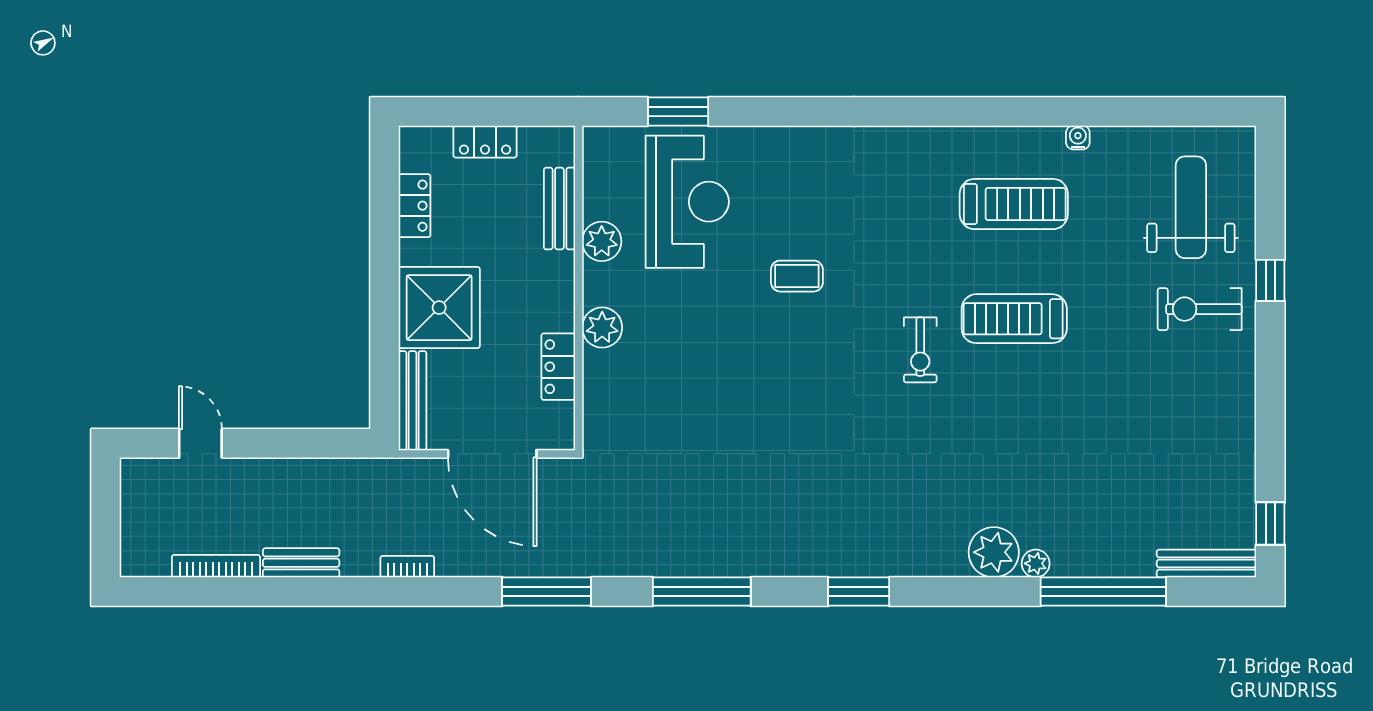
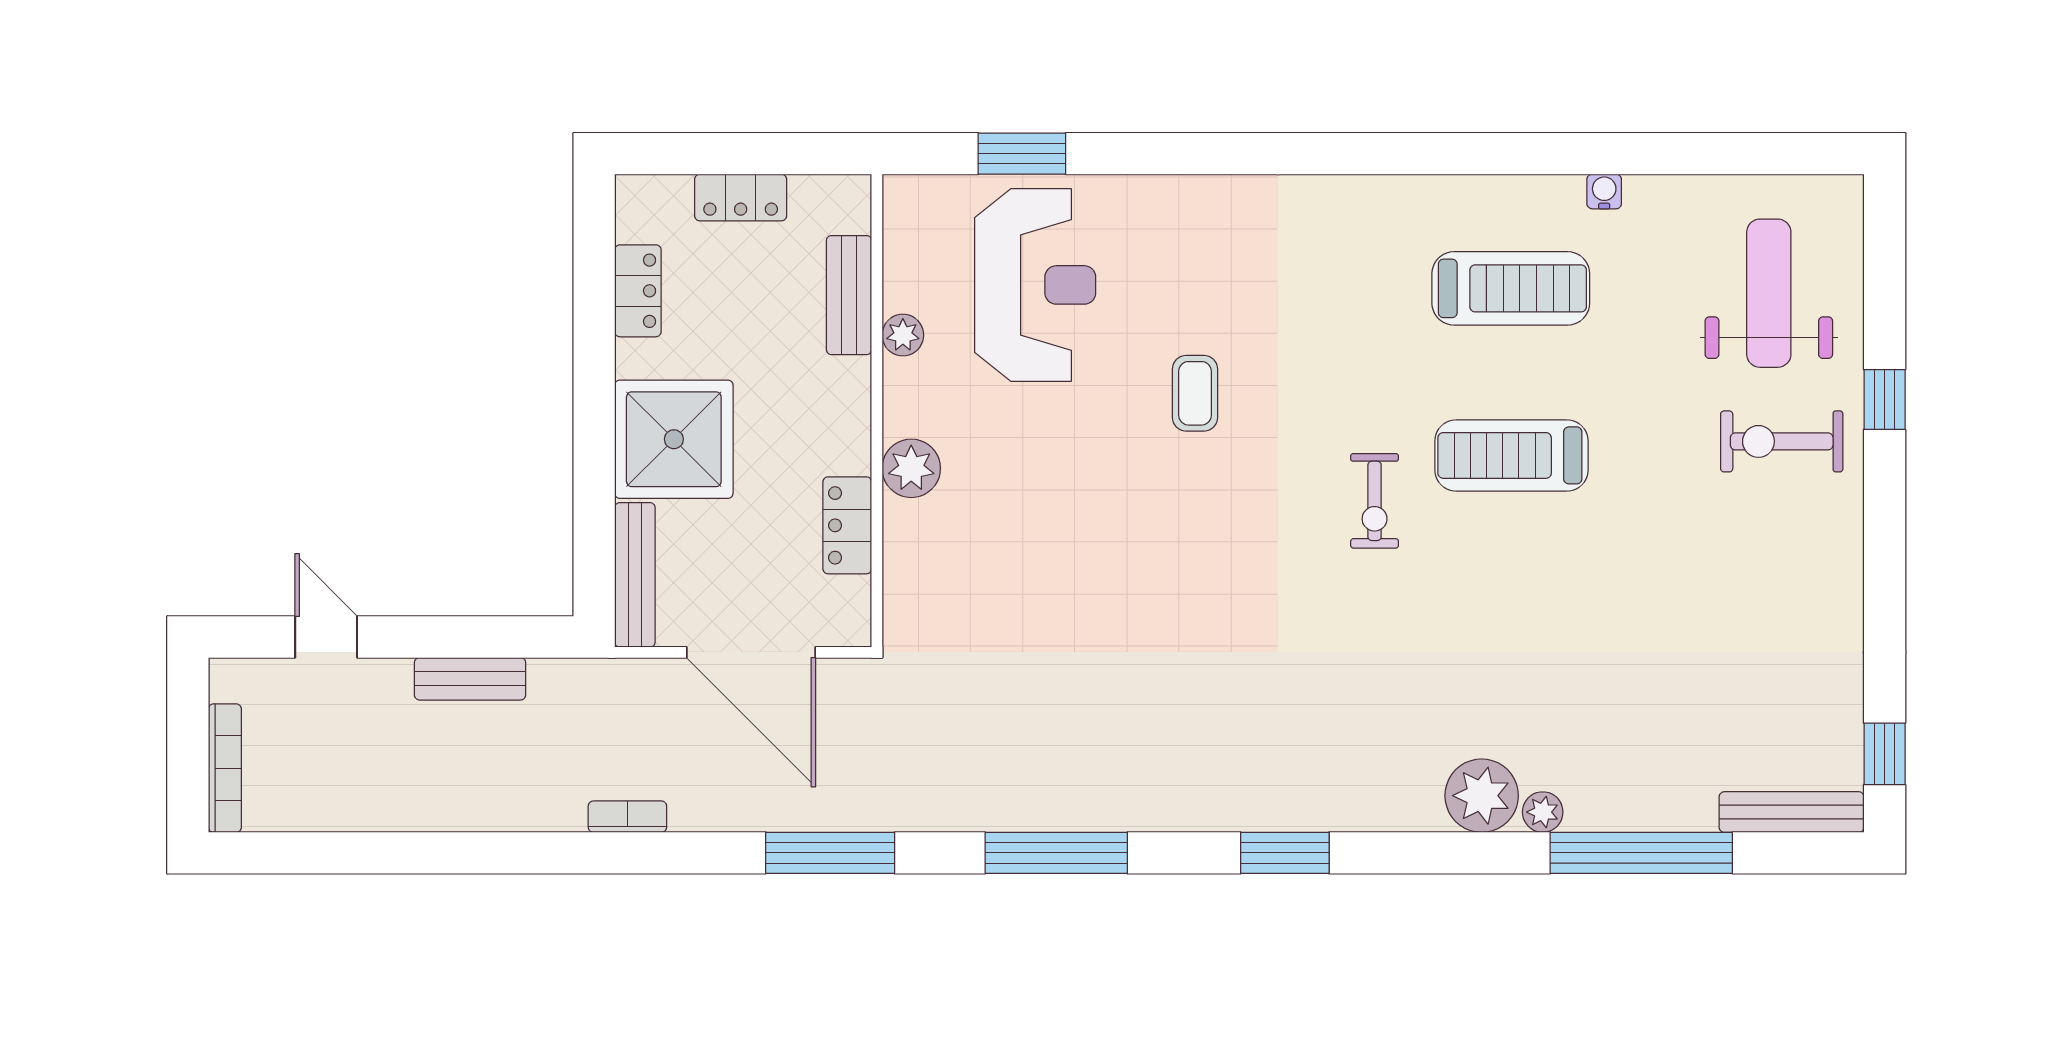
plant: (602, 241) -> (903, 335), width x0.73, depth x0.73
coffee table: (797, 276) -> (1195, 393), turned 90
bench: (301, 563) -> (470, 679), moved
bookcase: (216, 566) -> (225, 768), moved, turned 90

